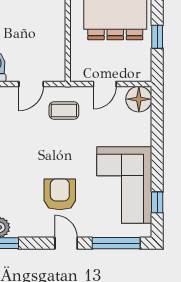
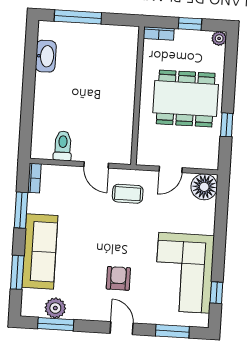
door: (31, 84) -> (96, 165), hinge flipped
armchair: (60, 194) -> (118, 278), width x0.72, depth x0.72
window: (116, 243) -> (172, 331), width x0.69

